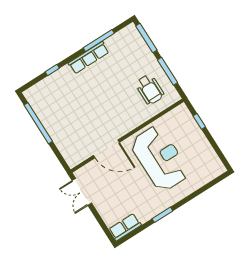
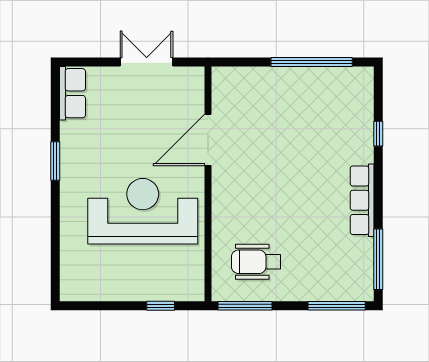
window: (99, 40) -> (378, 259), moved
window: (168, 71) -> (245, 306), moved
reception desk: (160, 158) -> (143, 211), turned 180
double door: (82, 192) -> (147, 62), moved

